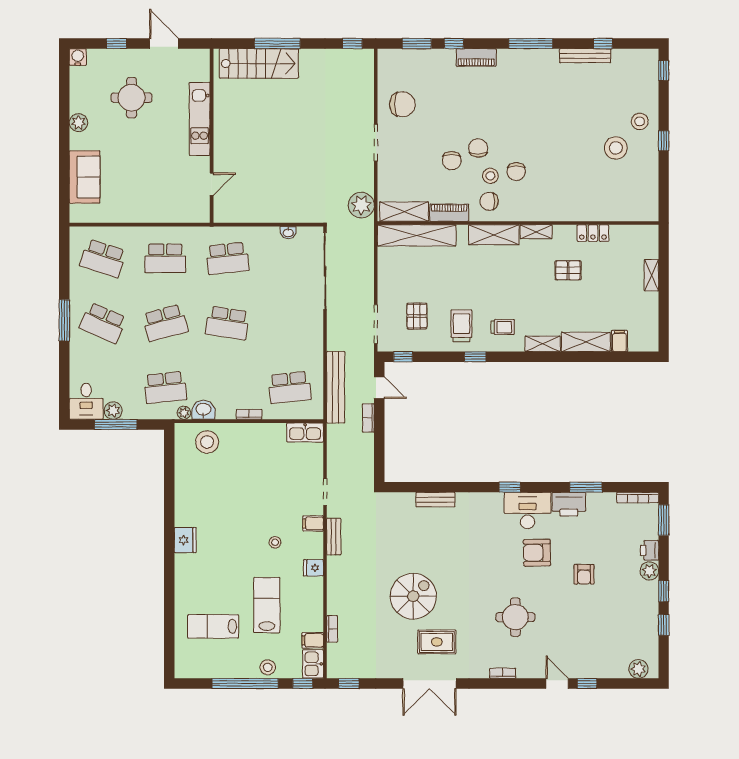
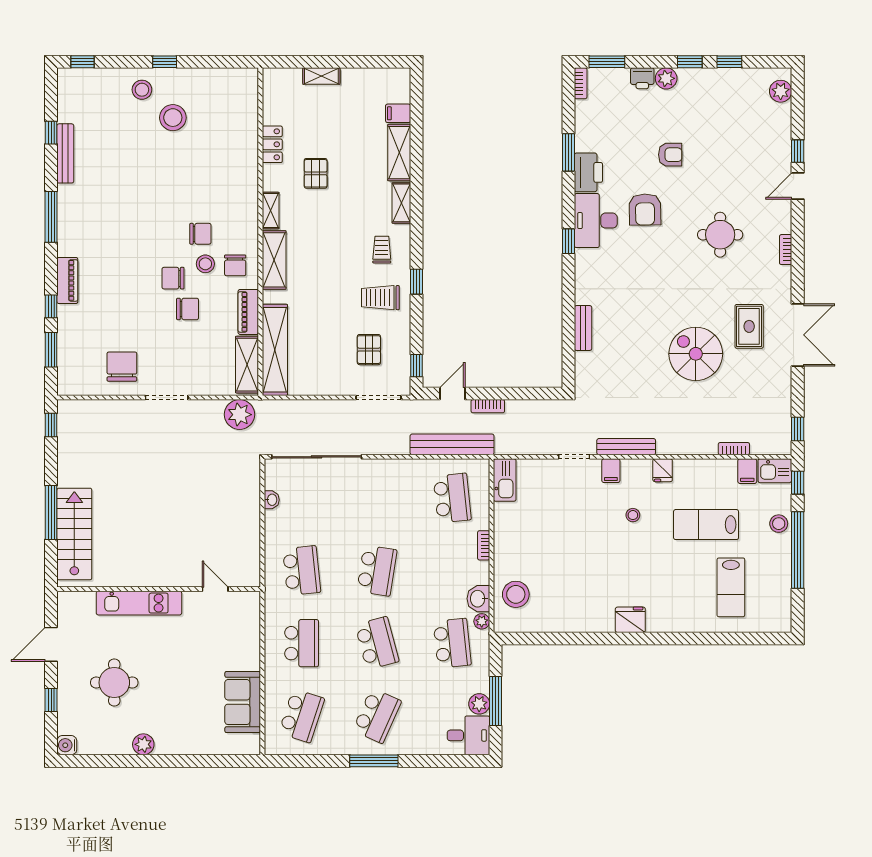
sofa: (85, 177) -> (243, 702), moved, turned -90
pallet: (417, 316) -> (369, 350), turned 90
bookcase: (638, 498) -> (581, 83), width x0.64
bench: (334, 537) -> (626, 447), width x1.36

